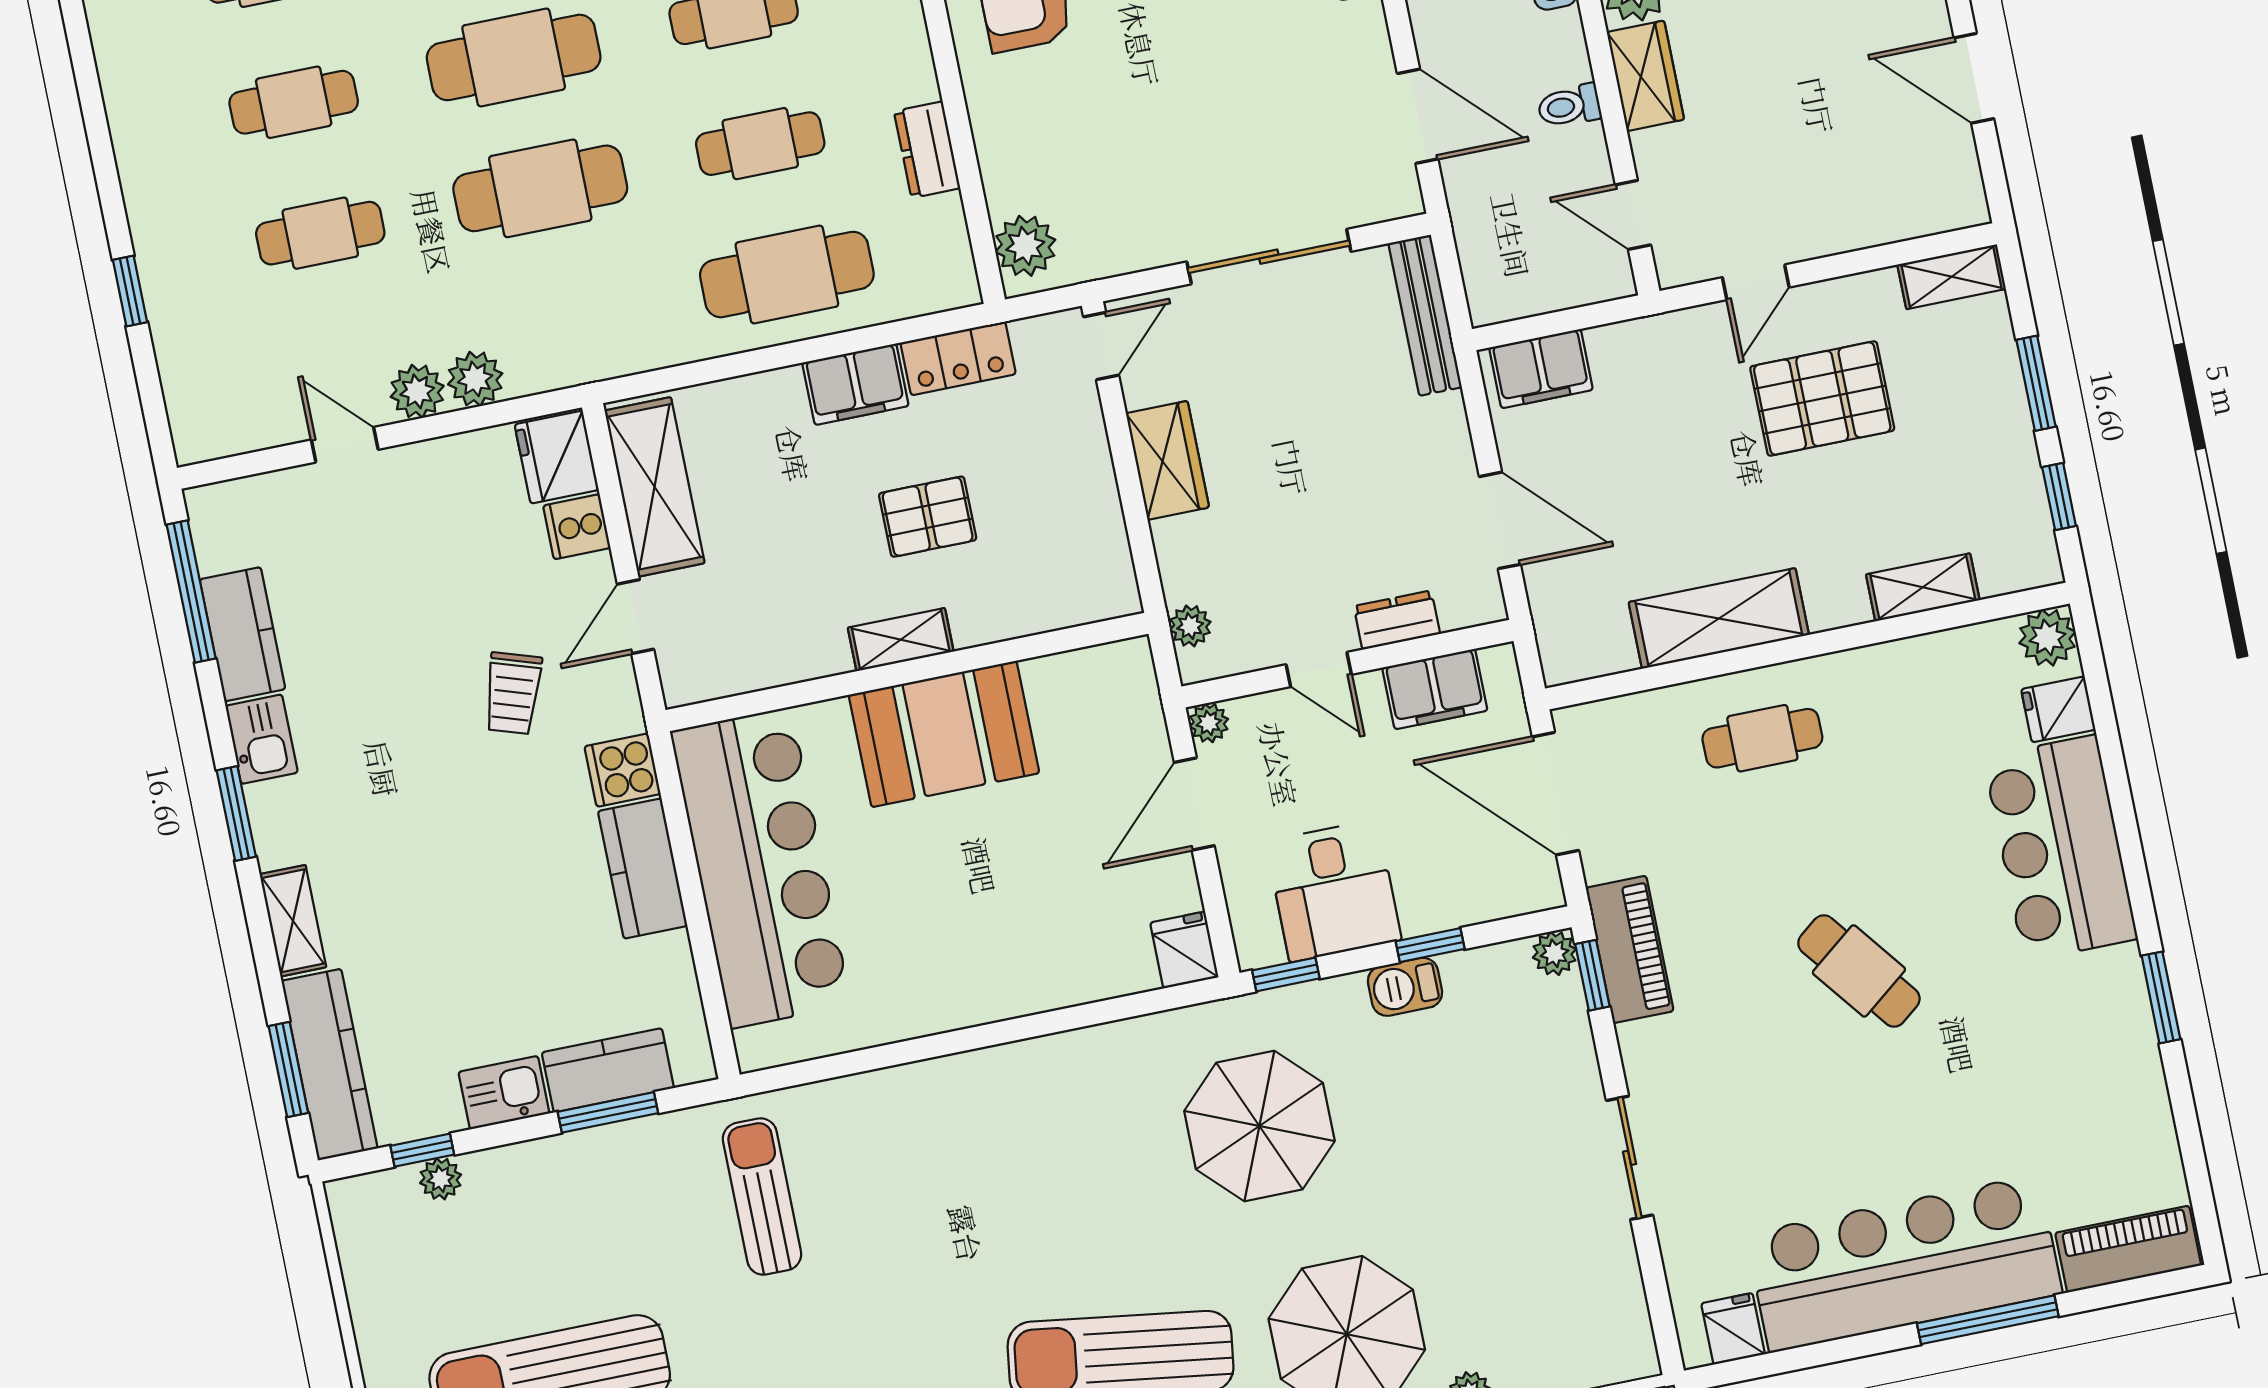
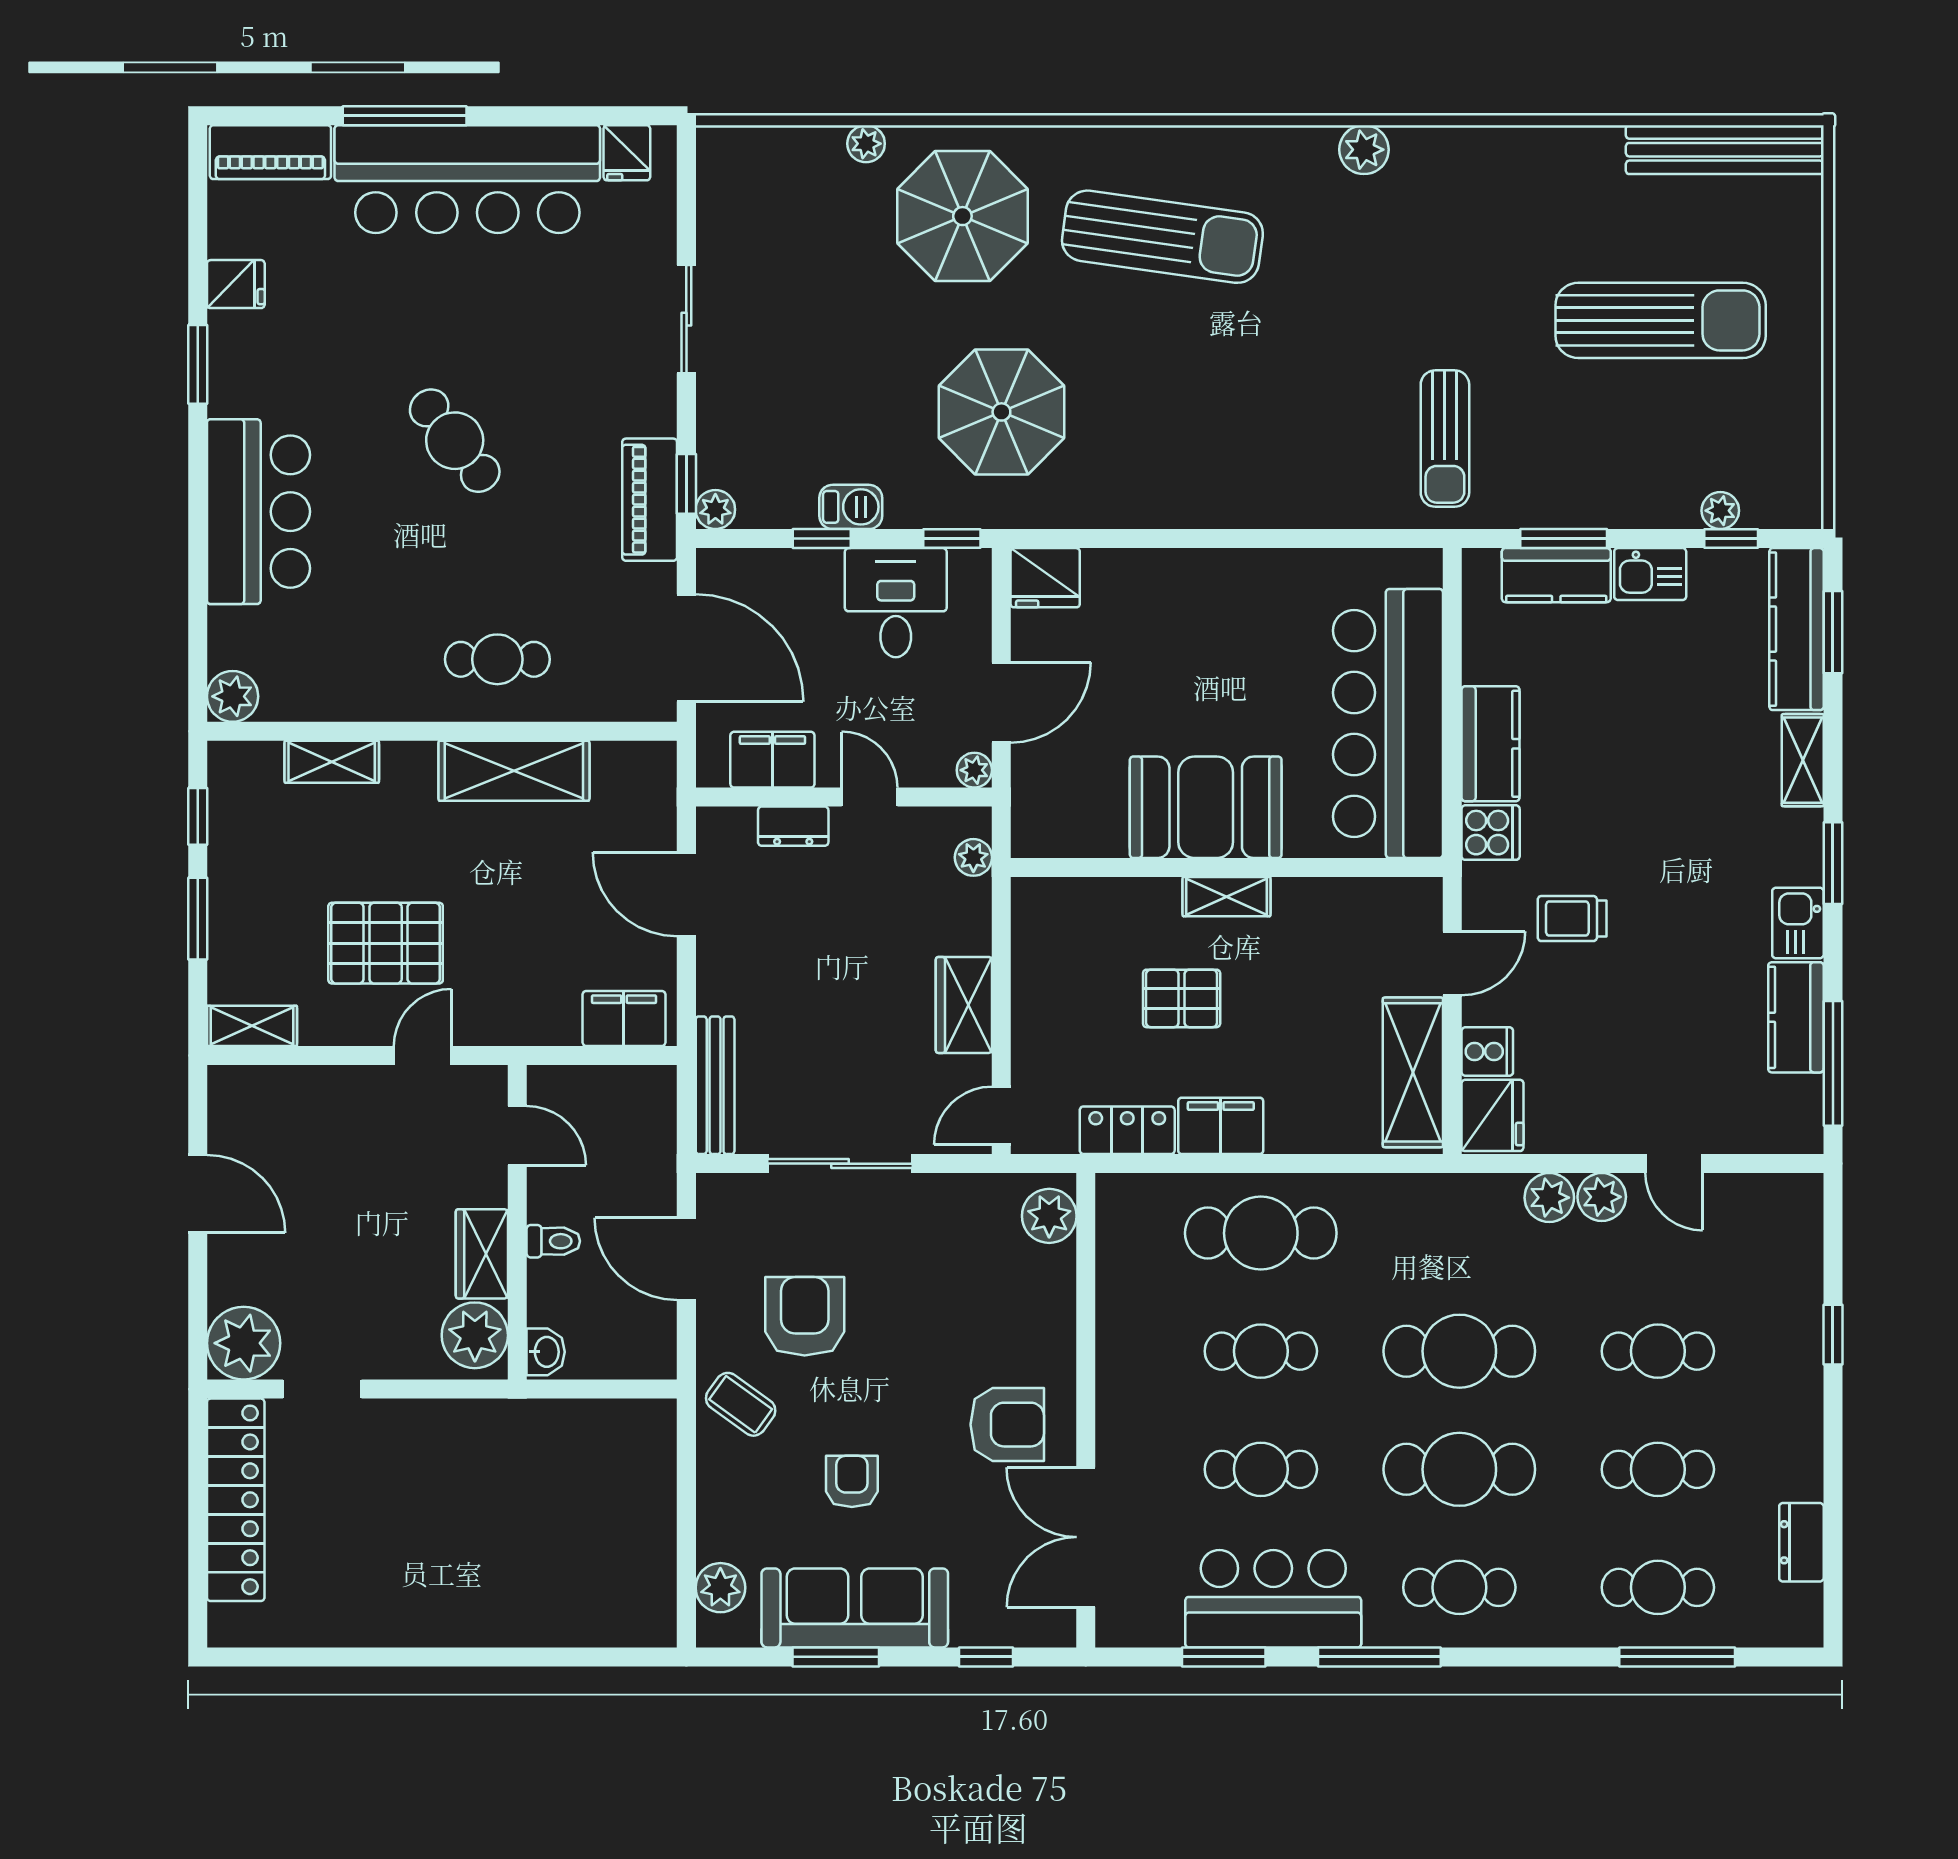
armchair: (1274, 79) -> (805, 1316), added
dresser: (927, 150) -> (1801, 1542), moved, turned 180
trolley: (513, 693) -> (1572, 919), turned -108
fridge: (2058, 709) -> (236, 284), moved
fridge: (1184, 950) -> (1045, 578), width x1.38

